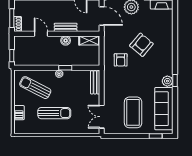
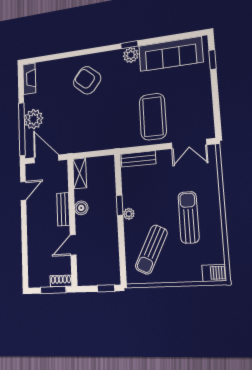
door: (102, 16) -> (46, 159), hinge flipped
armchair: (141, 45) -> (87, 80), moved
armchair: (121, 60) -> (105, 125), removed
coffee table: (133, 112) -> (153, 117), moved, turned 90
barbecue: (19, 113) -> (214, 273), moved

